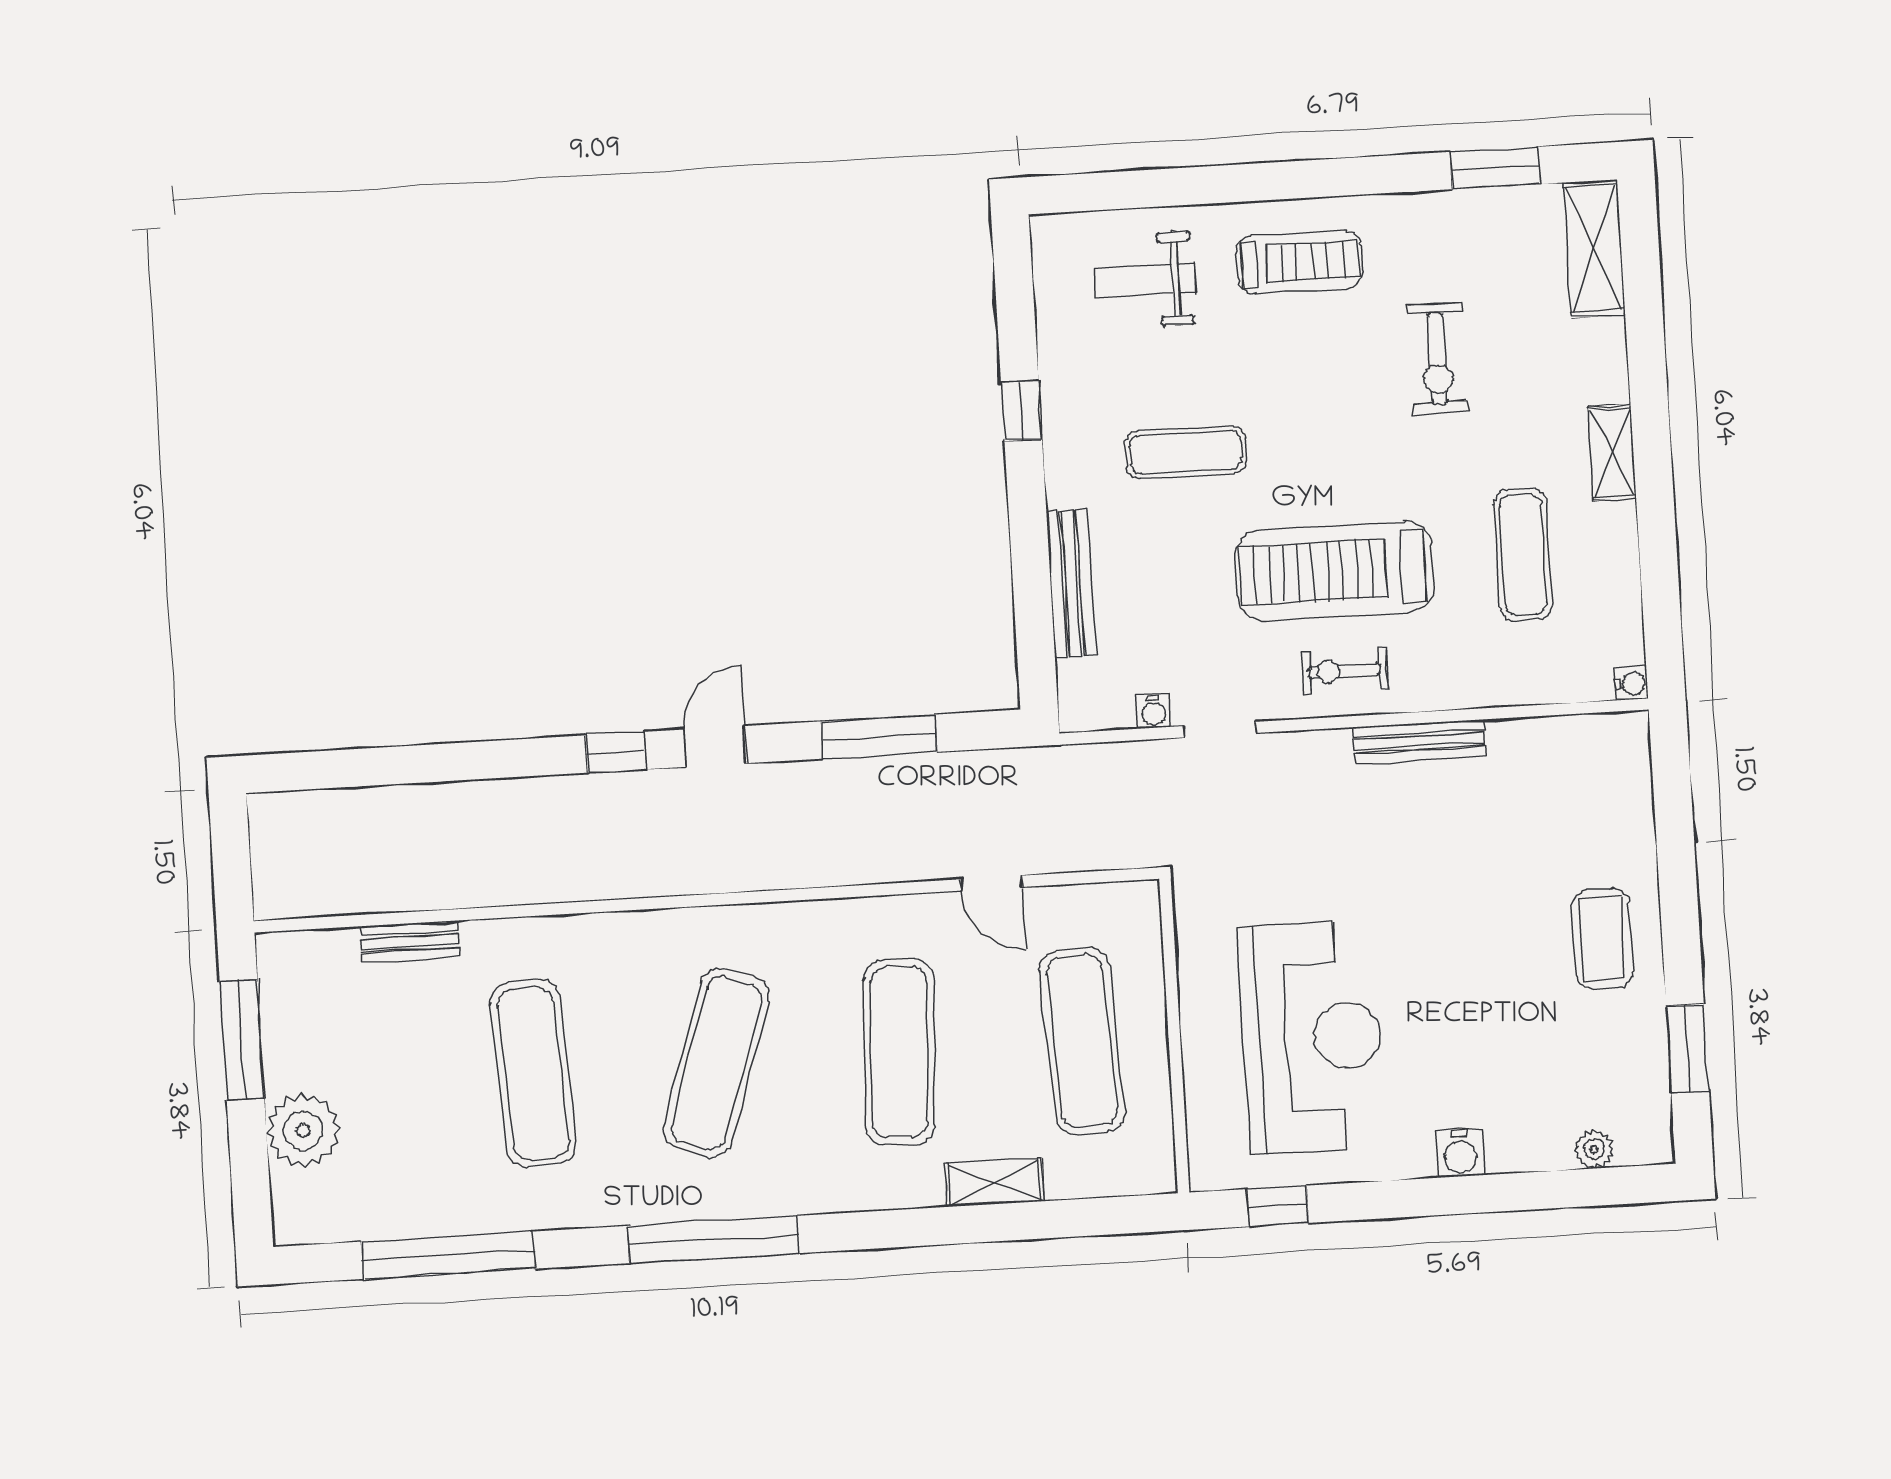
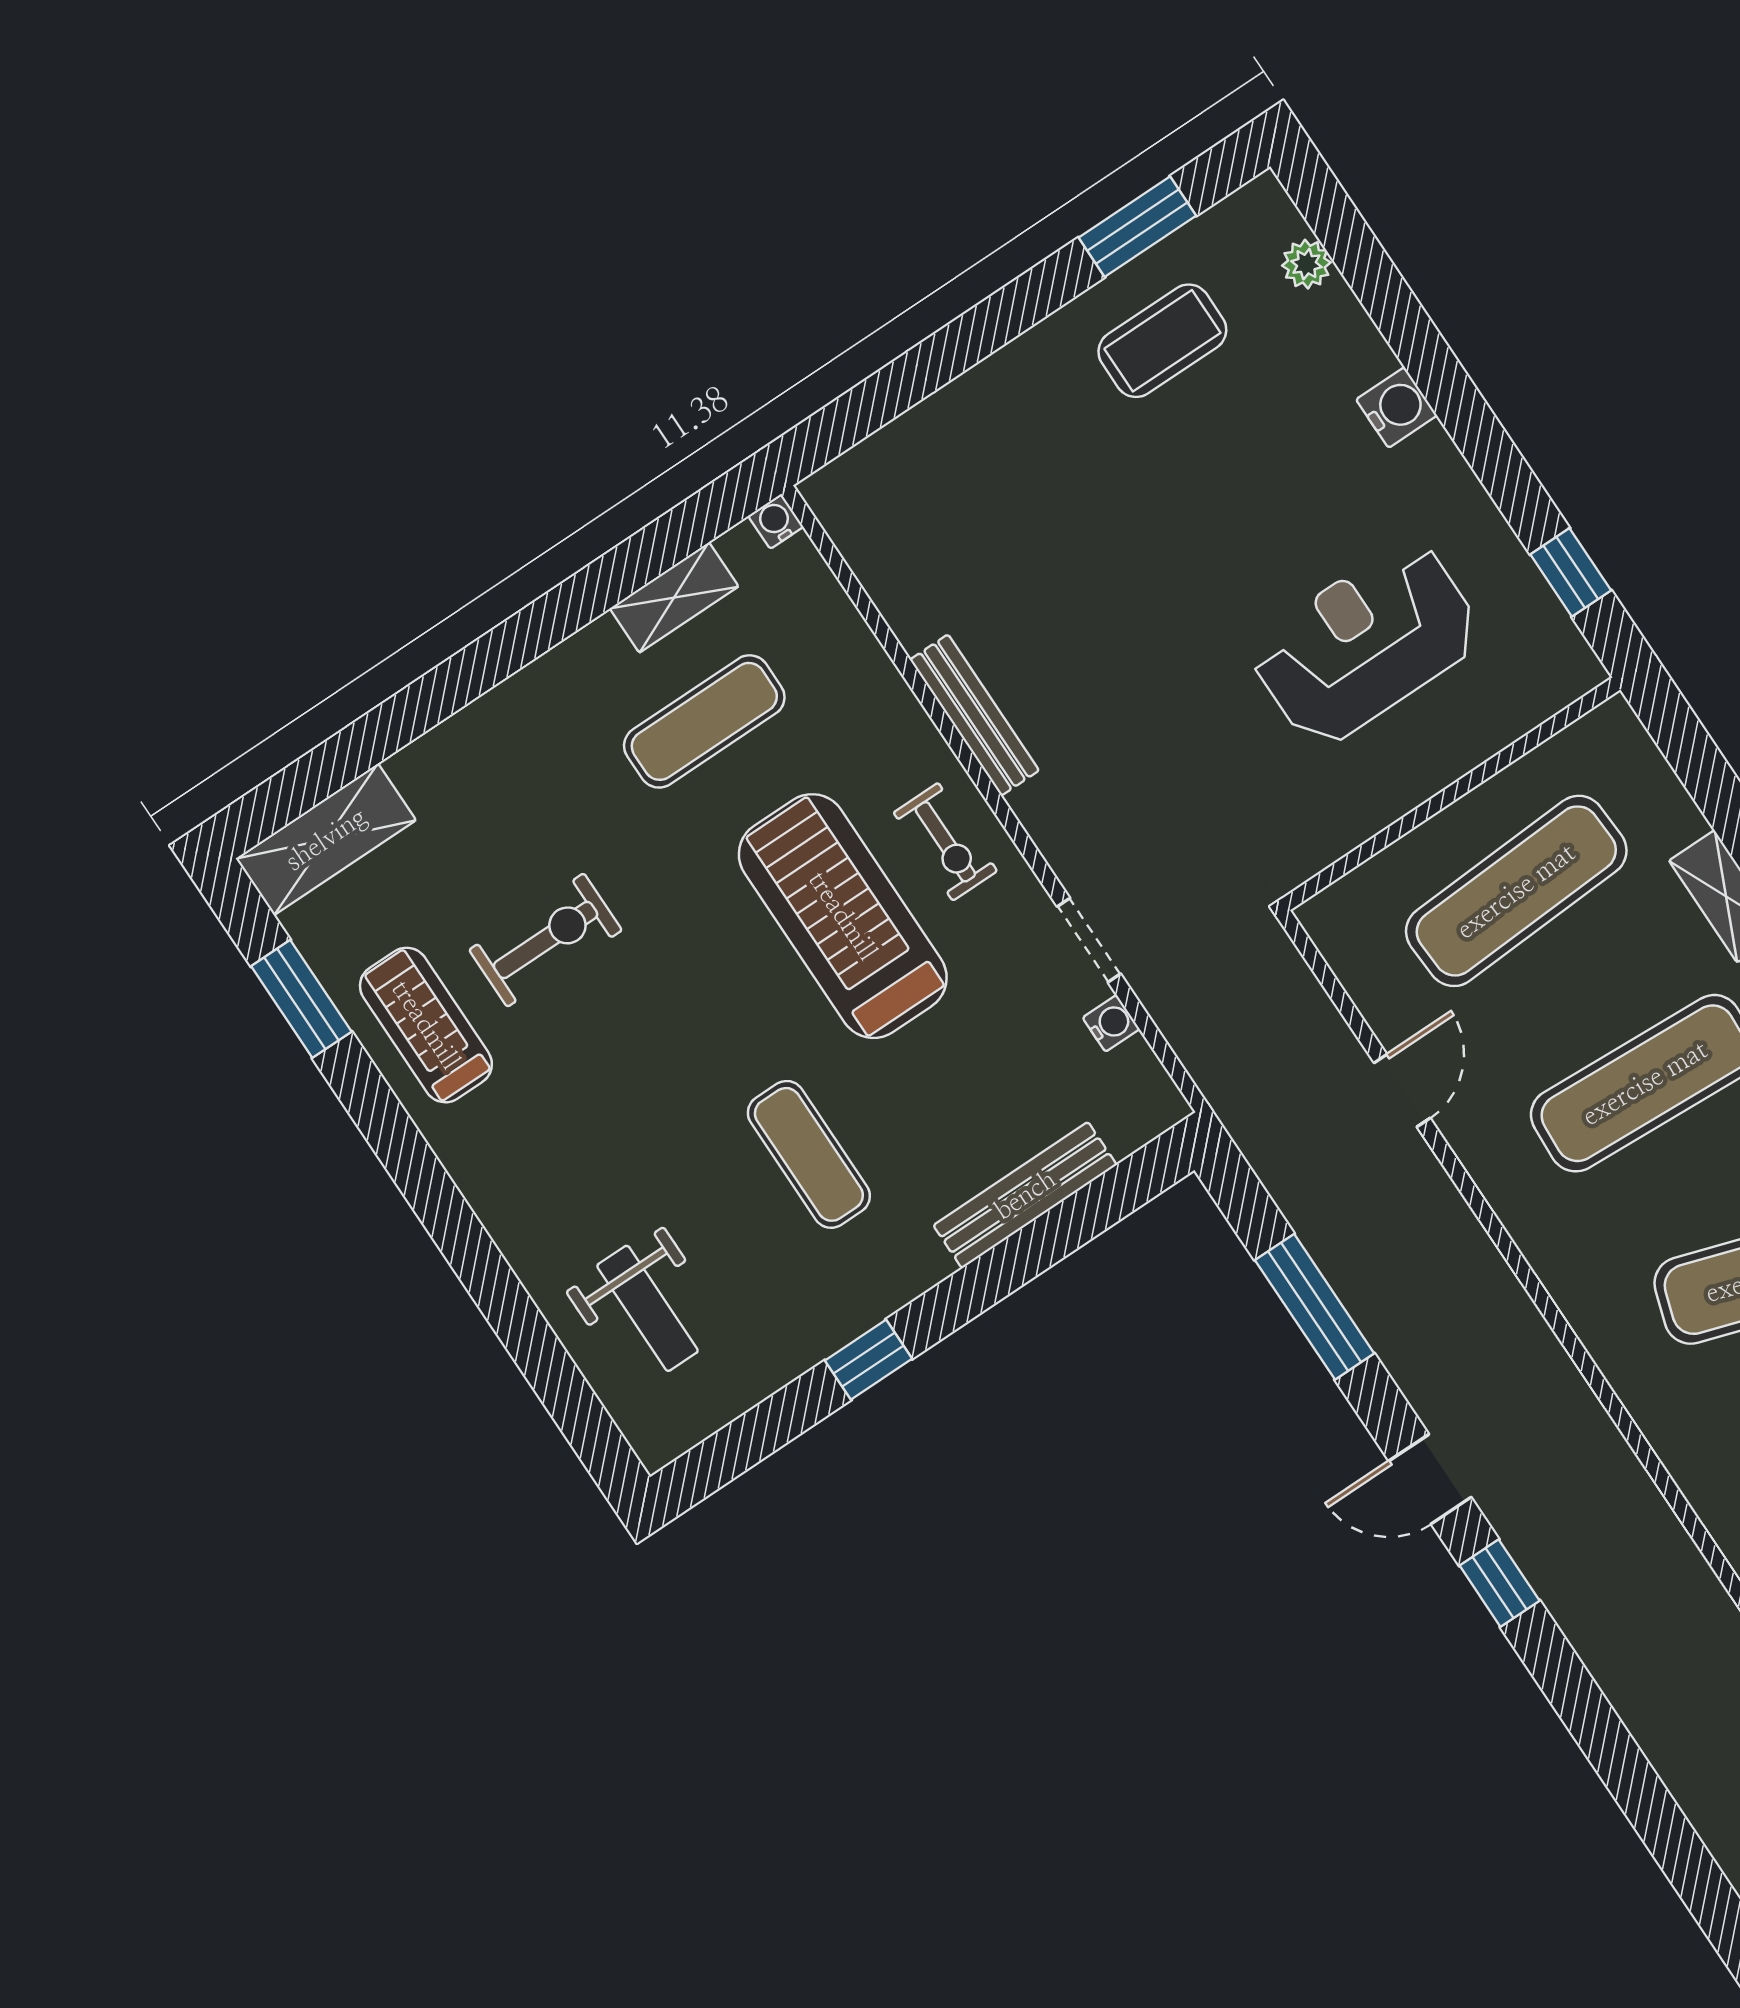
treadmill: (1299, 262) -> (426, 1025), moved
shelving: (1612, 453) -> (674, 597), moved
treadmill: (1335, 571) -> (843, 916), turned 180
coffee table: (1602, 939) -> (1162, 341), moved
reception desk: (1312, 1037) -> (1366, 643), width x0.74, depth x0.77

